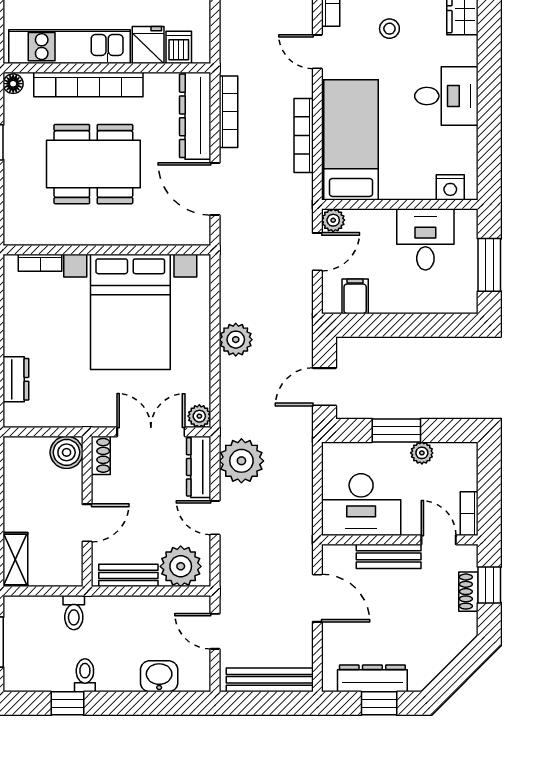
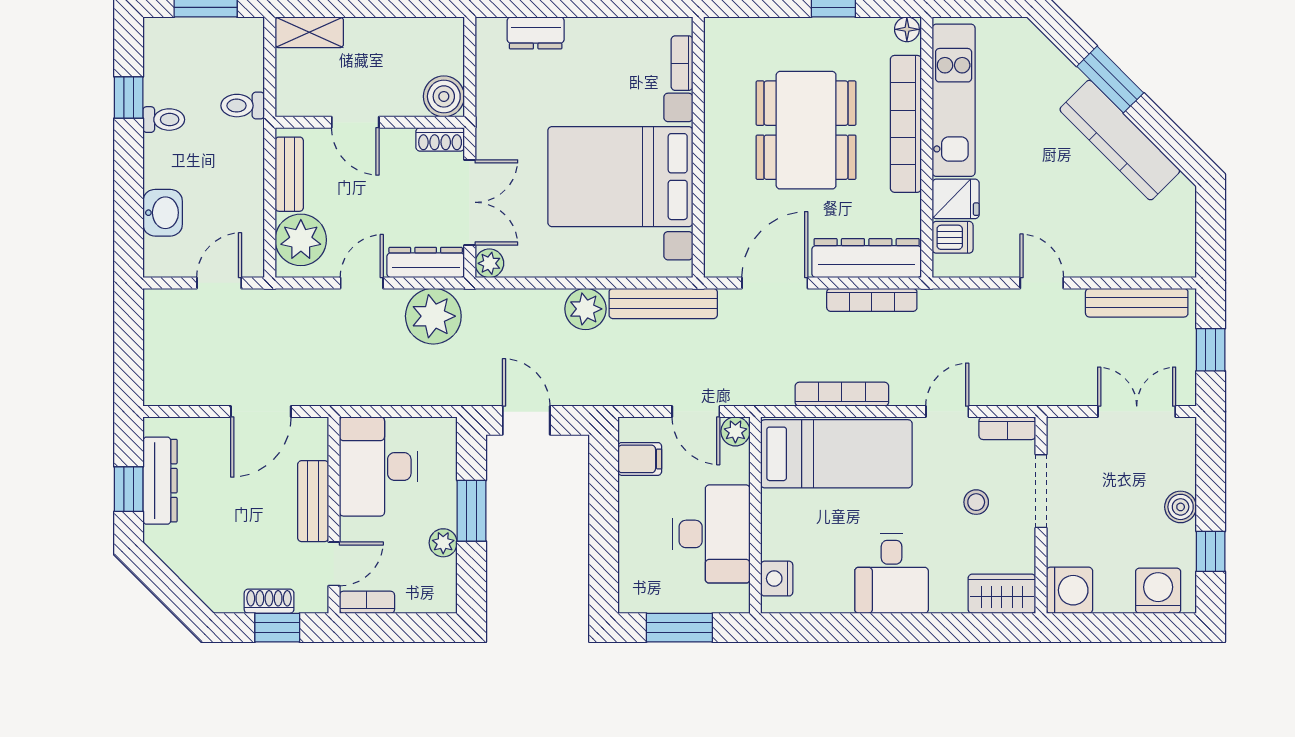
desk: (425, 239) -> (711, 534), width x1.37
bench: (269, 680) -> (663, 303), moved, turned 90

